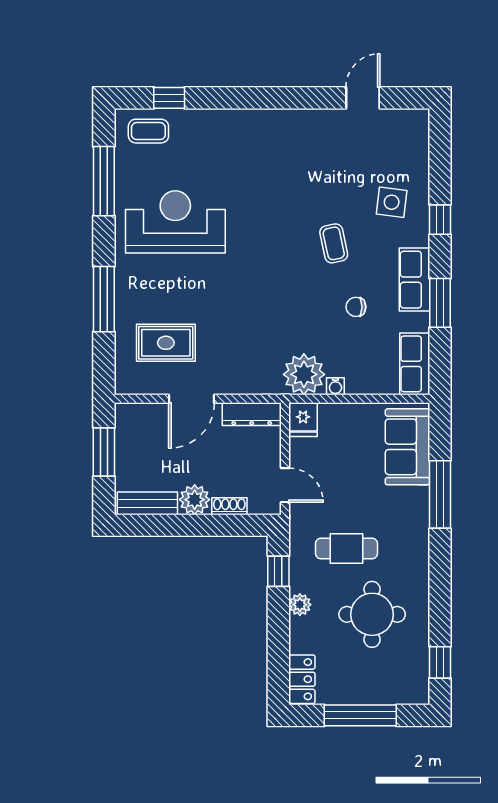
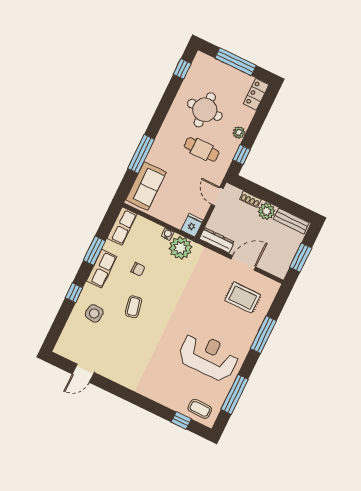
reception desk: (175, 222) -> (208, 356), turned 180

